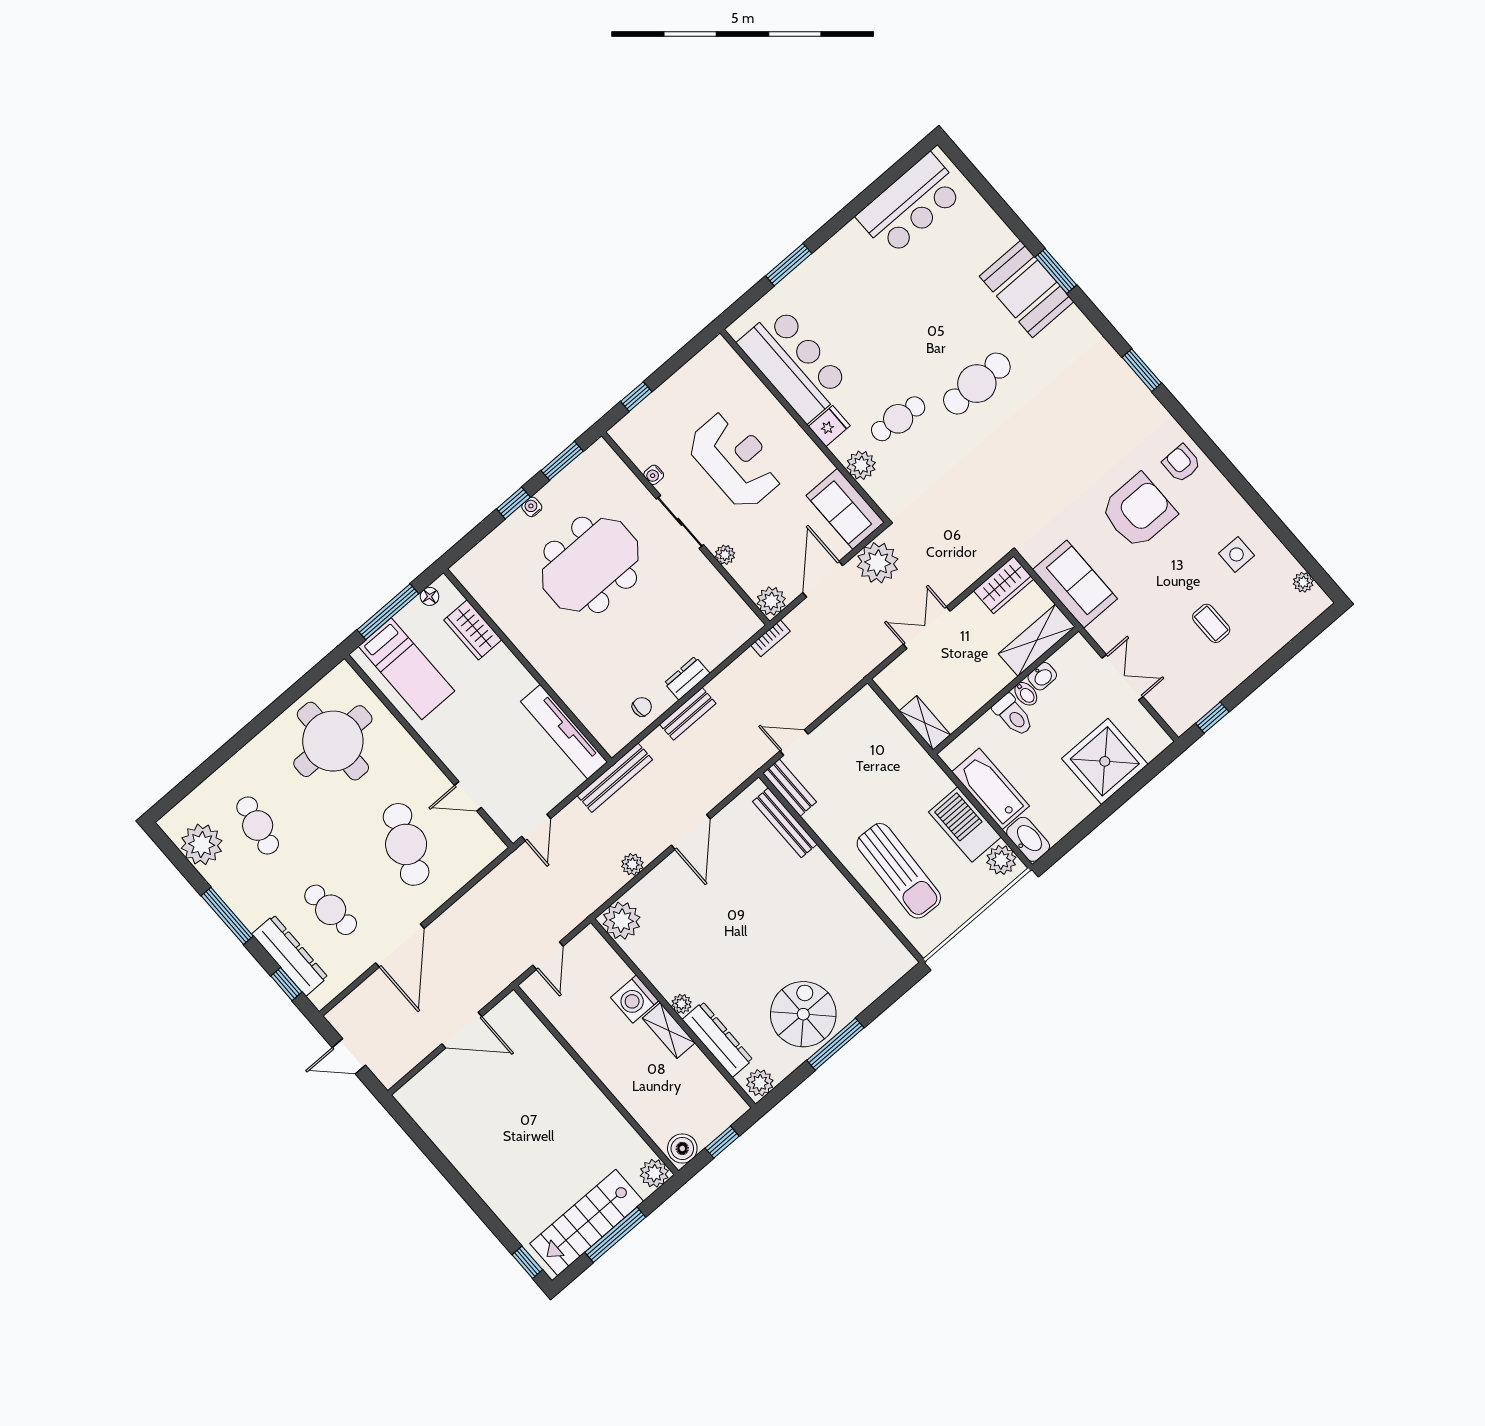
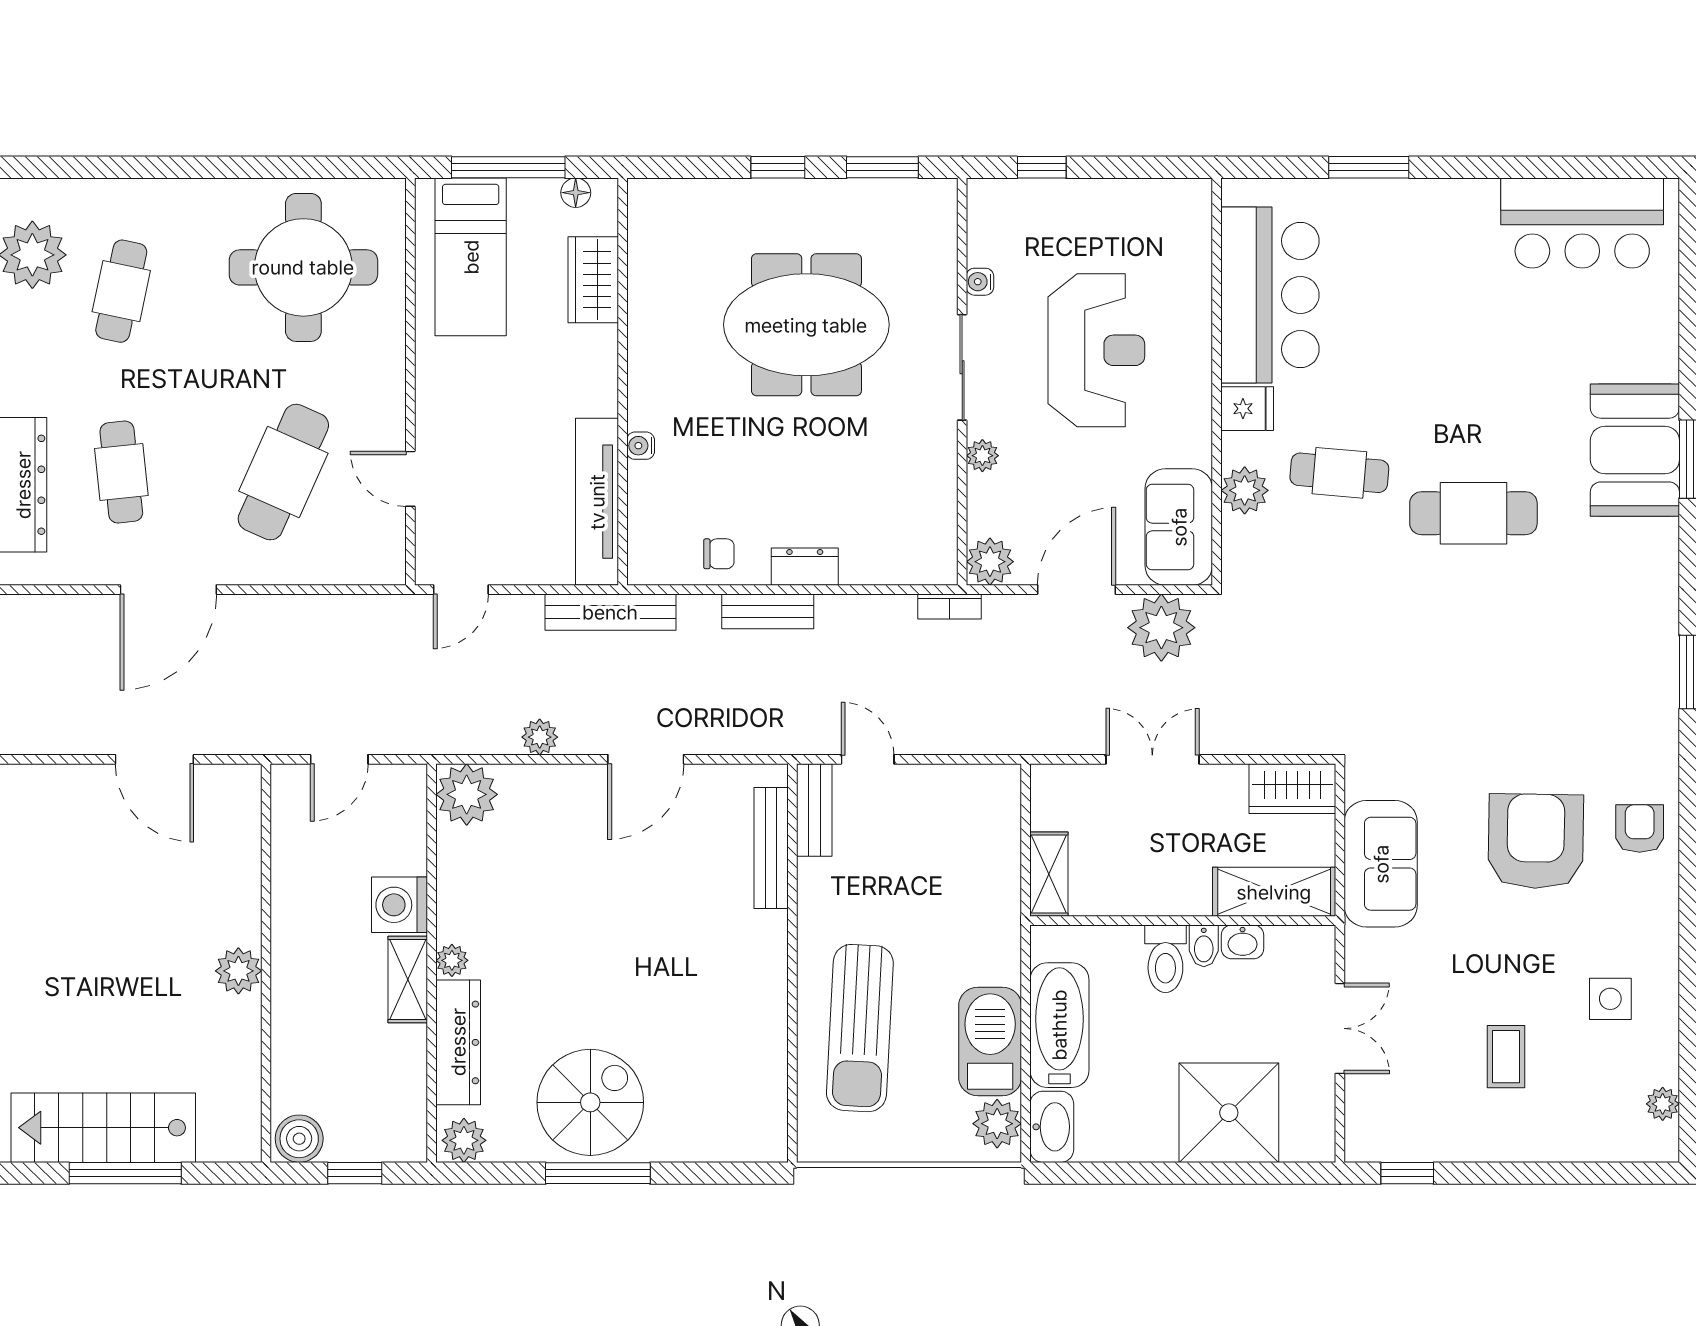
water cooler: (532, 507) -> (641, 446), moved, turned -90
armchair: (1138, 511) -> (1536, 841), turned -89
plant: (654, 1173) -> (238, 971), moved

